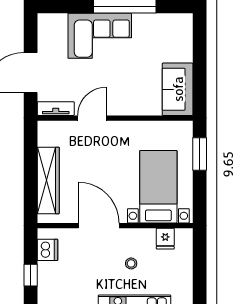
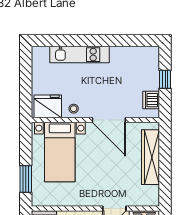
fridge: (165, 239) -> (48, 106), width x1.88, depth x1.34
stool: (131, 263) -> (74, 109), moved

